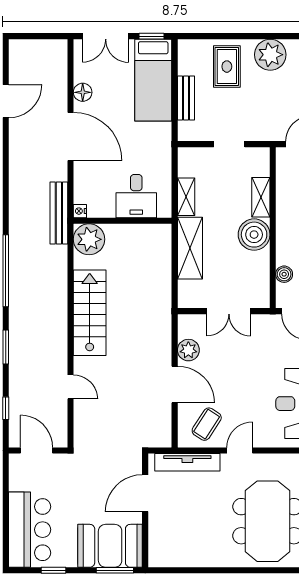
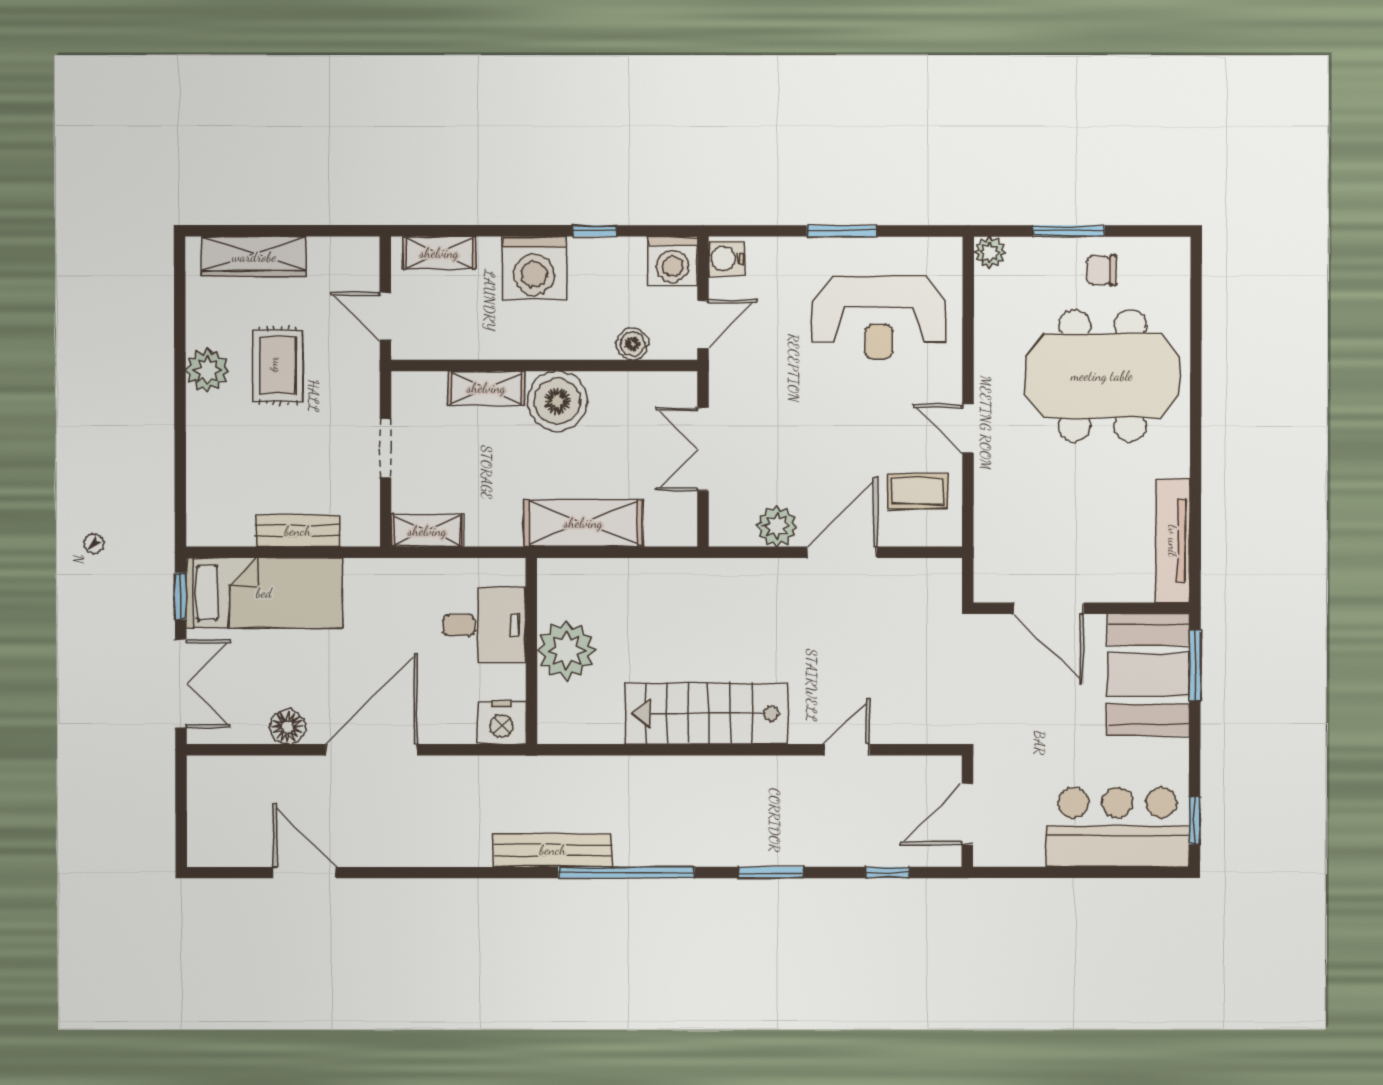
plant: (270, 55) -> (207, 370), width x0.73, depth x0.73
rug: (227, 67) -> (278, 365), moved, turned 90
shelving: (186, 197) -> (427, 531), moved
nightstand: (80, 211) -> (502, 722), width x1.89, depth x1.79
bench: (59, 213) -> (553, 850), moved
plant: (89, 239) -> (566, 651), moved
double door: (229, 311) -> (703, 449), swing flipped
coffee table: (207, 424) -> (918, 491), turned -33
tv unit: (187, 462) -> (1173, 541), moved, turned 180
window: (54, 570) -> (1195, 821), moved

